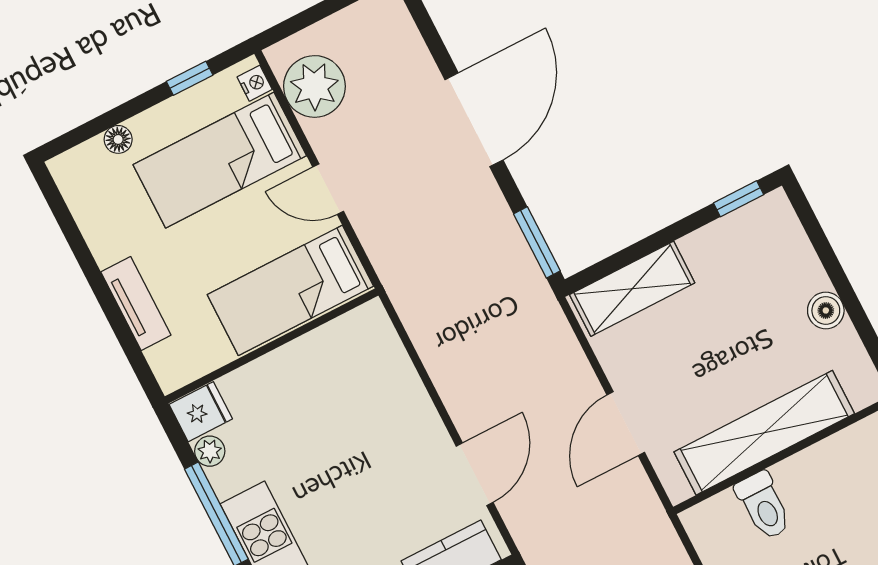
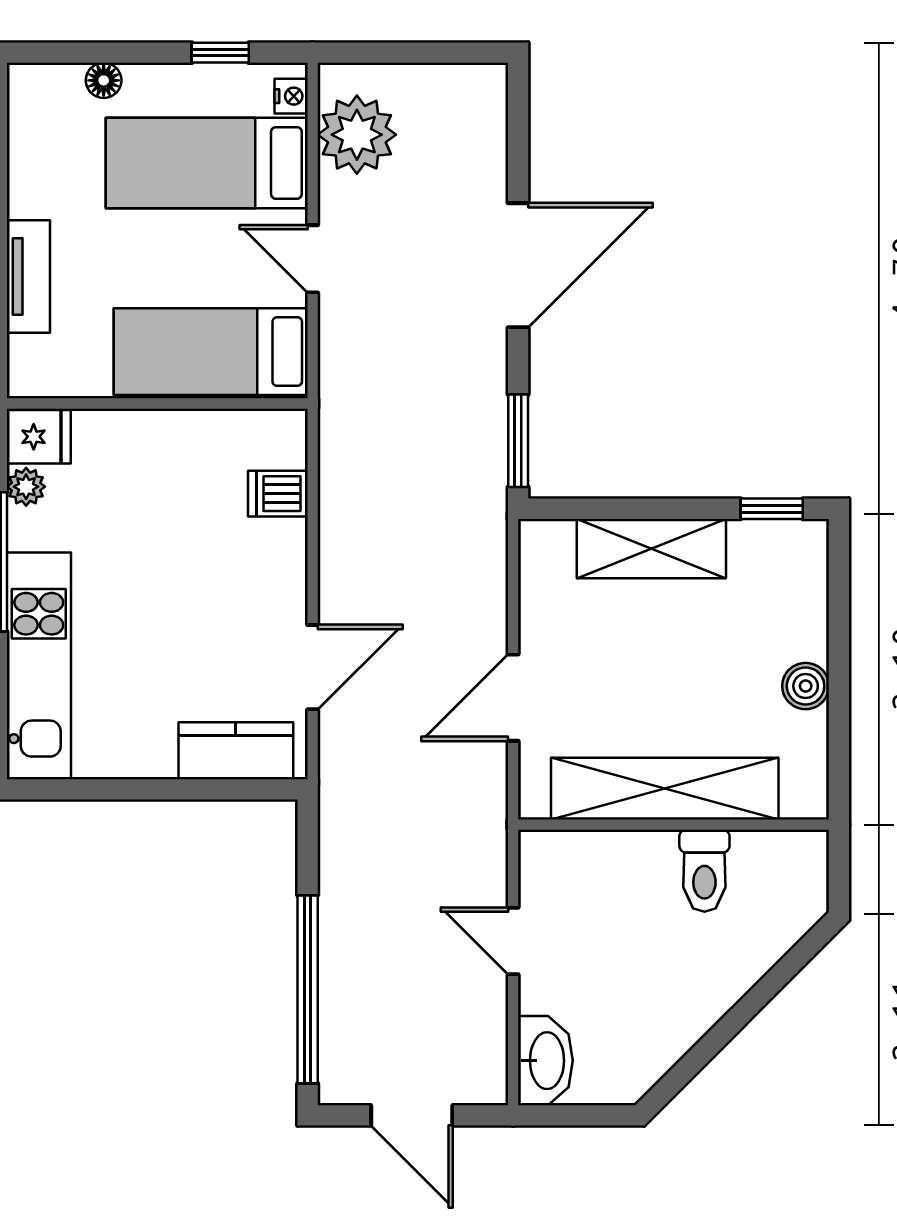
shelving: (632, 289) -> (651, 549), moved
dishwasher: (388, 366) -> (278, 494), added
toilet: (764, 506) -> (704, 871), moved

